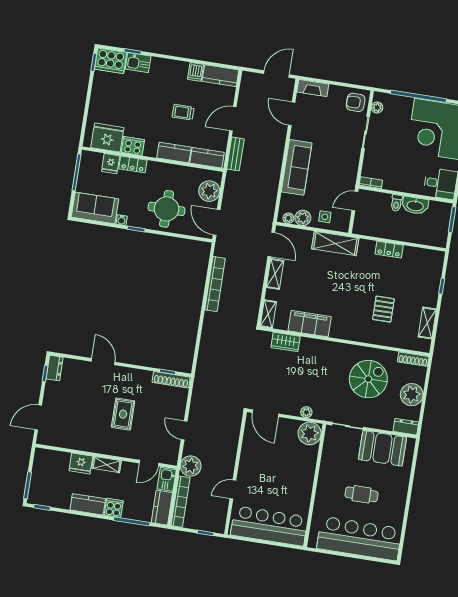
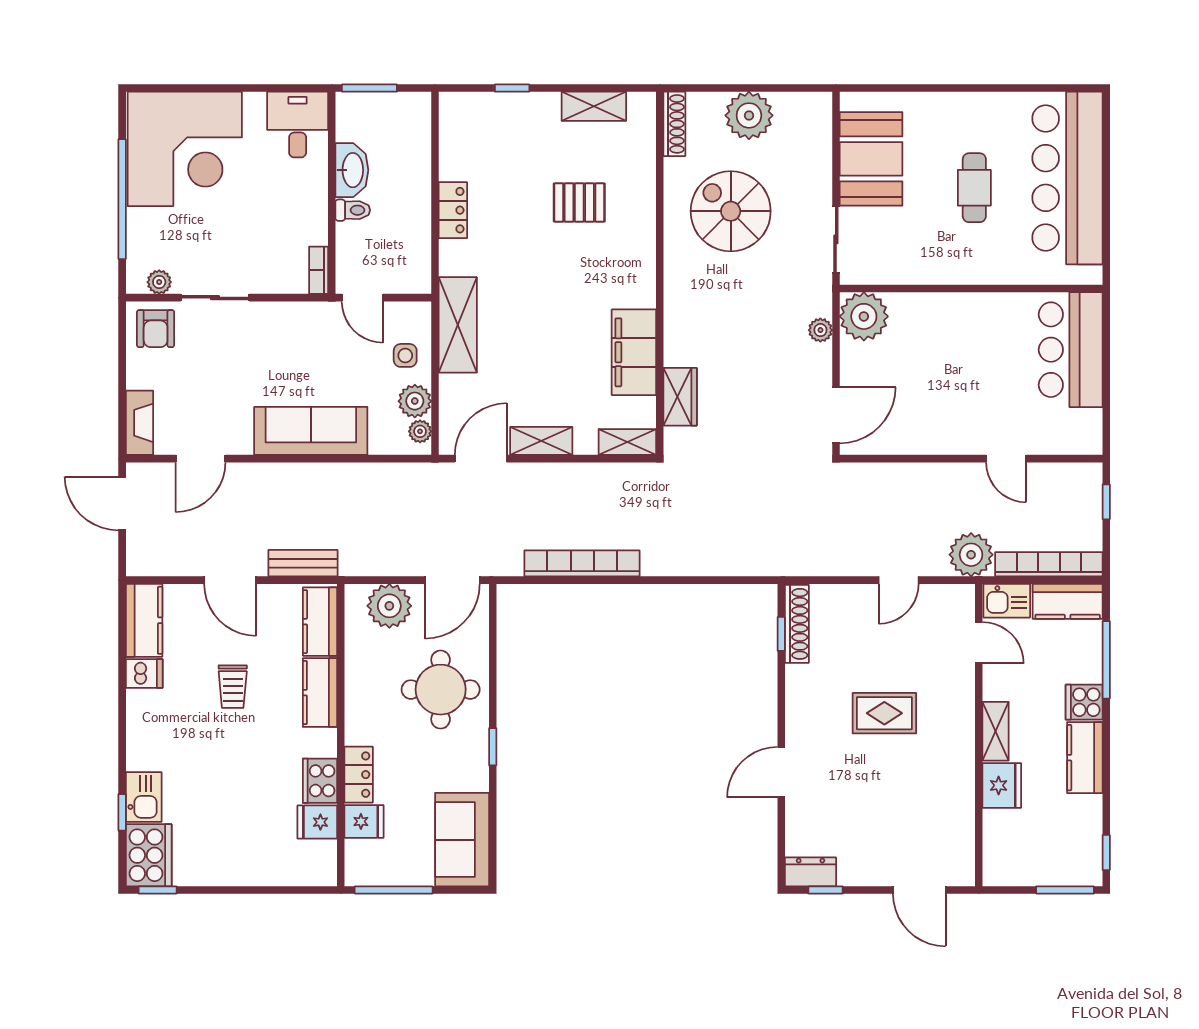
fridge: (107, 138) -> (317, 822), width x0.53, depth x0.75
water cooler: (122, 220) -> (479, 780), removed
dresser: (406, 427) -> (818, 117), removed
bar counter: (269, 526) -> (1071, 350), width x0.73

